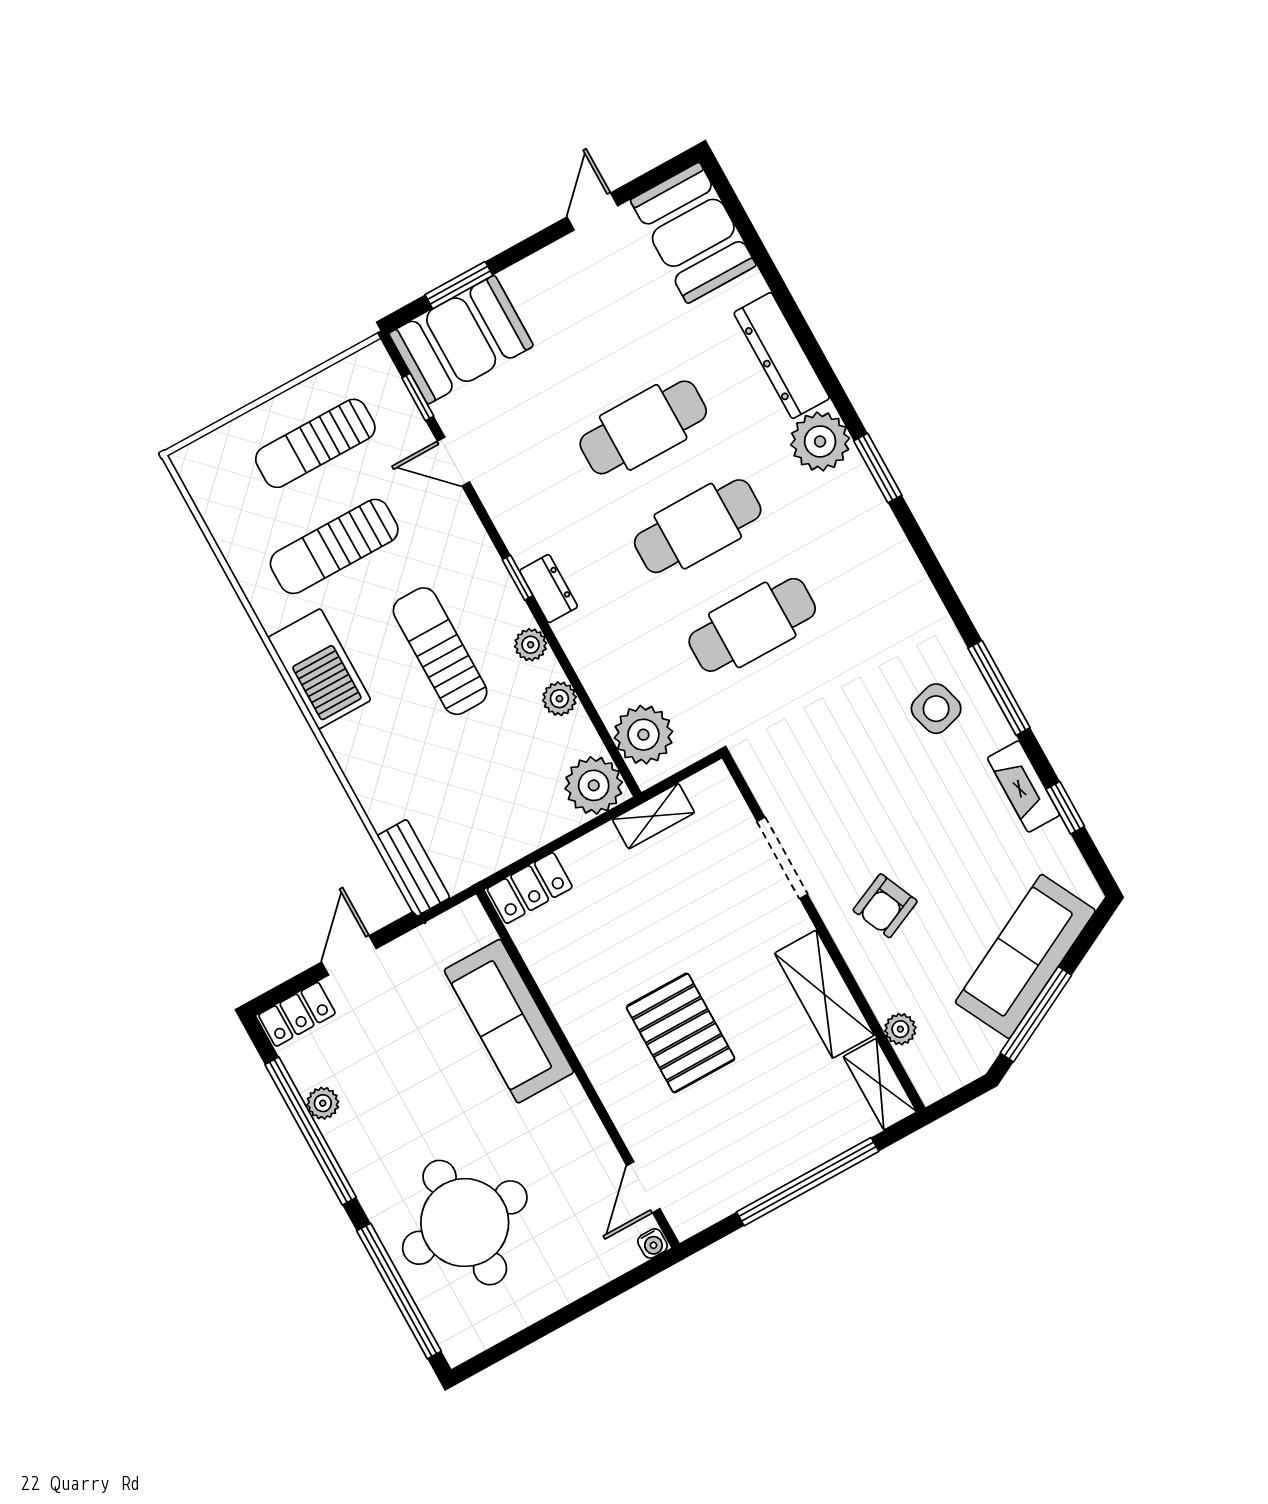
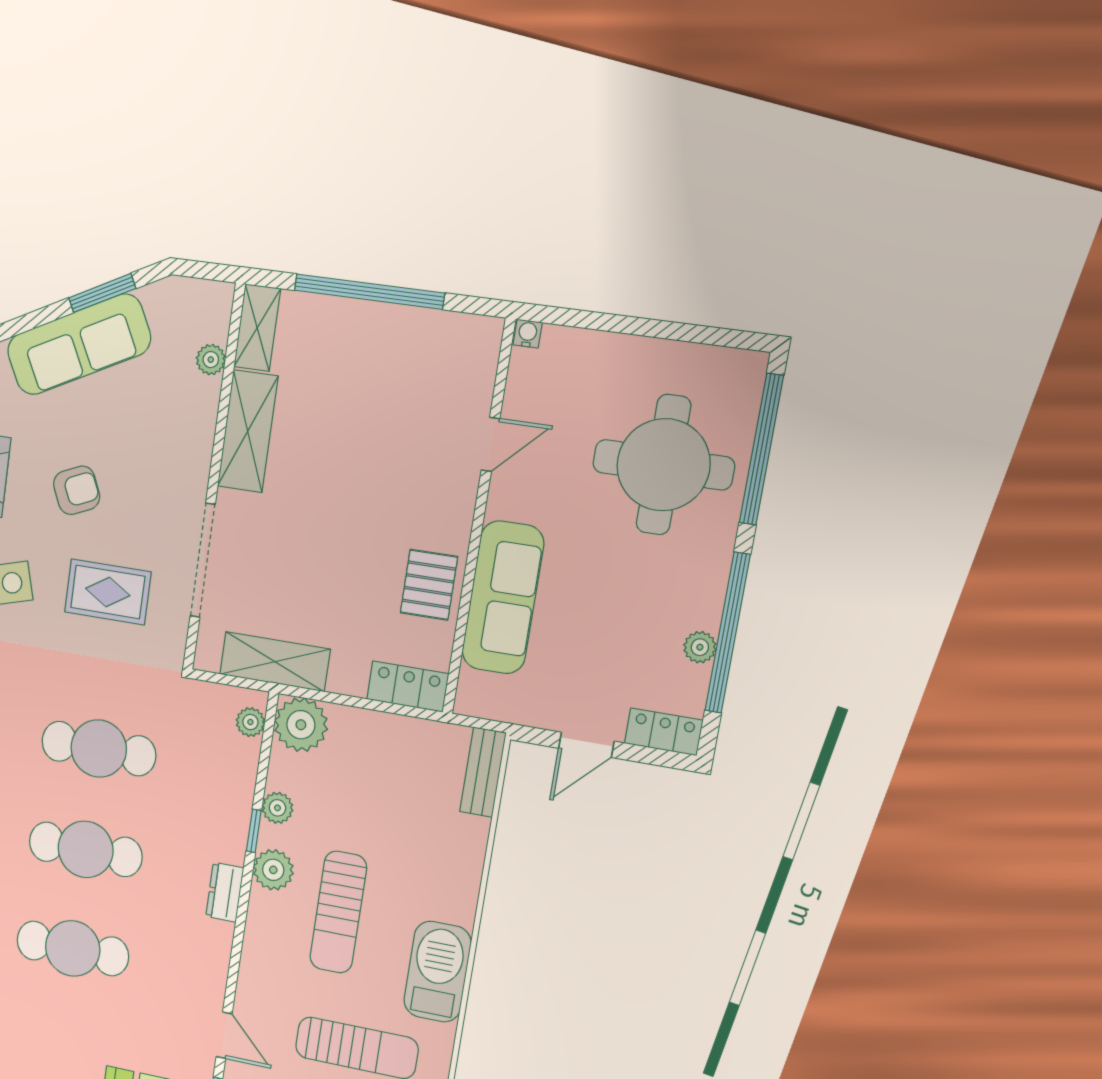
window: (518, 578) -> (254, 831), moved
plant: (531, 645) -> (273, 870), width x1.38, depth x1.38
plant: (643, 735) -> (250, 722), width x0.53, depth x0.53
rug: (845, 767) -> (108, 592), added
shelving: (653, 816) -> (275, 662), width x1.50, depth x1.33
doorway: (782, 858) -> (203, 560), width x1.36
armchair: (885, 906) -> (77, 490), moved
window: (1036, 1014) -> (102, 293), width x0.69
pallet: (681, 1033) -> (429, 585), moved, width x0.67, depth x0.71
door: (643, 1187) -> (490, 444), moved

